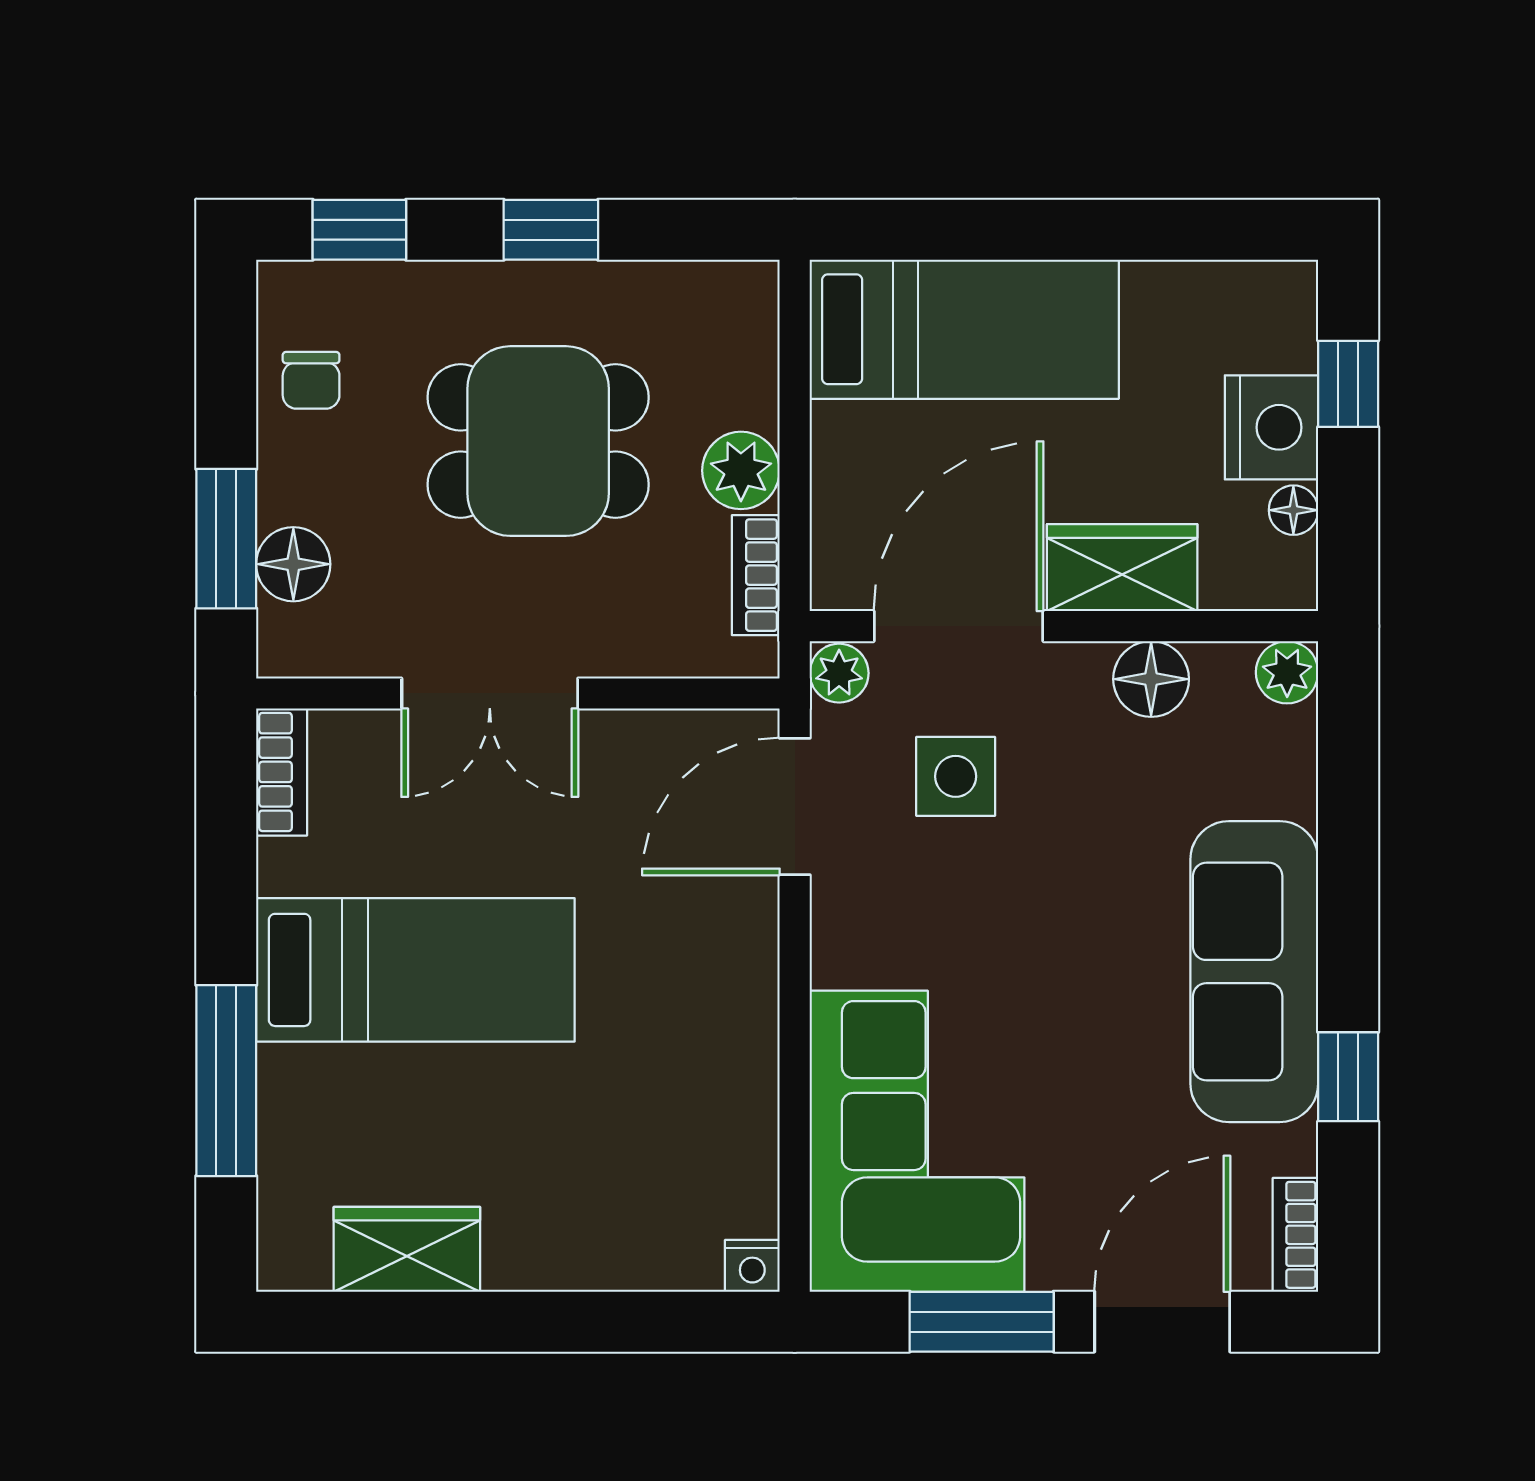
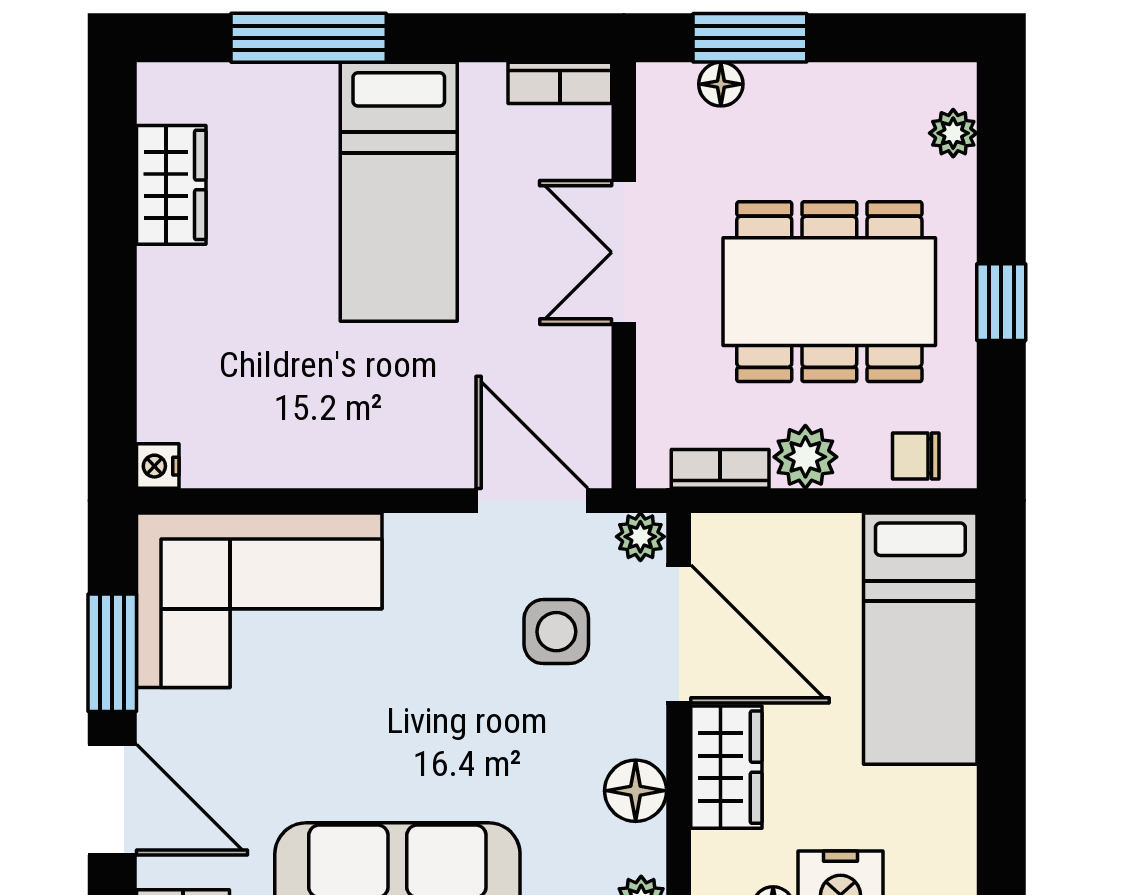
window: (359, 230) -> (1001, 146), removed
plant: (343, 289) -> (953, 133), added
chair: (311, 380) -> (916, 456), moved
dining table: (538, 441) -> (829, 292), width x1.37
floor lamp: (293, 564) -> (721, 84), width x0.73, depth x0.73

